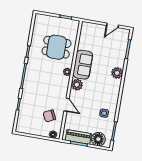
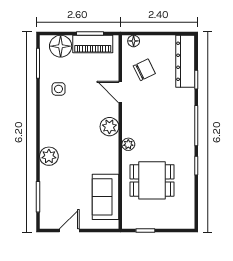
sofa: (83, 65) -> (106, 197), moved
dresser: (23, 117) -> (185, 61), added

